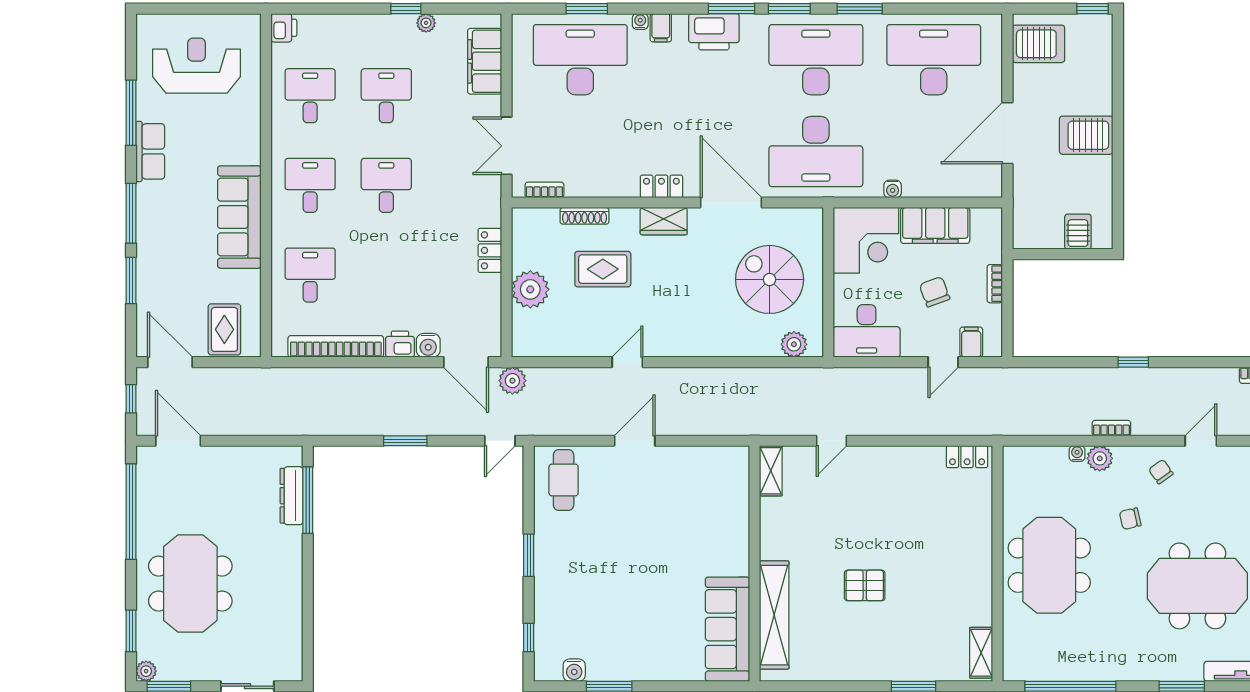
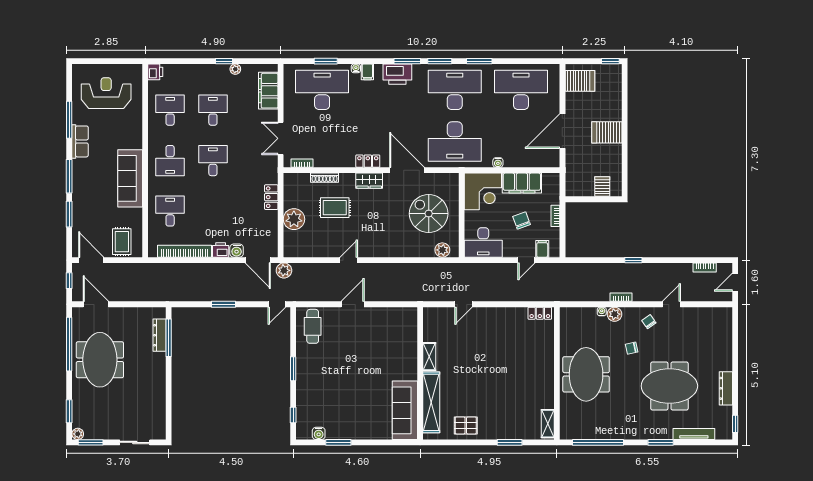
desk: (310, 185) -> (170, 161), turned 180
shelving: (771, 471) -> (429, 357), moved
meeting table: (190, 584) -> (100, 360), moved
pallet: (865, 585) -> (466, 425), moved

